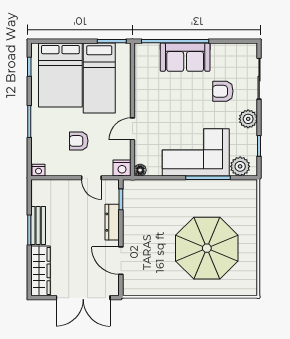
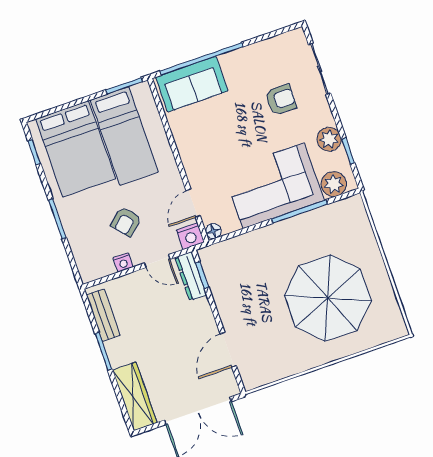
sofa: (185, 57) -> (192, 84), moved
armchair: (223, 91) -> (281, 100), turned 180
plant: (248, 119) -> (329, 139), moved
door: (132, 129) -> (193, 203), moved
armchair: (79, 141) -> (126, 222), turned -41
nightstand: (39, 170) -> (123, 262), moved
dresser: (112, 222) -> (191, 276), moved
bench: (38, 226) -> (103, 315), moved
door: (121, 261) -> (228, 350), hinge flipped

